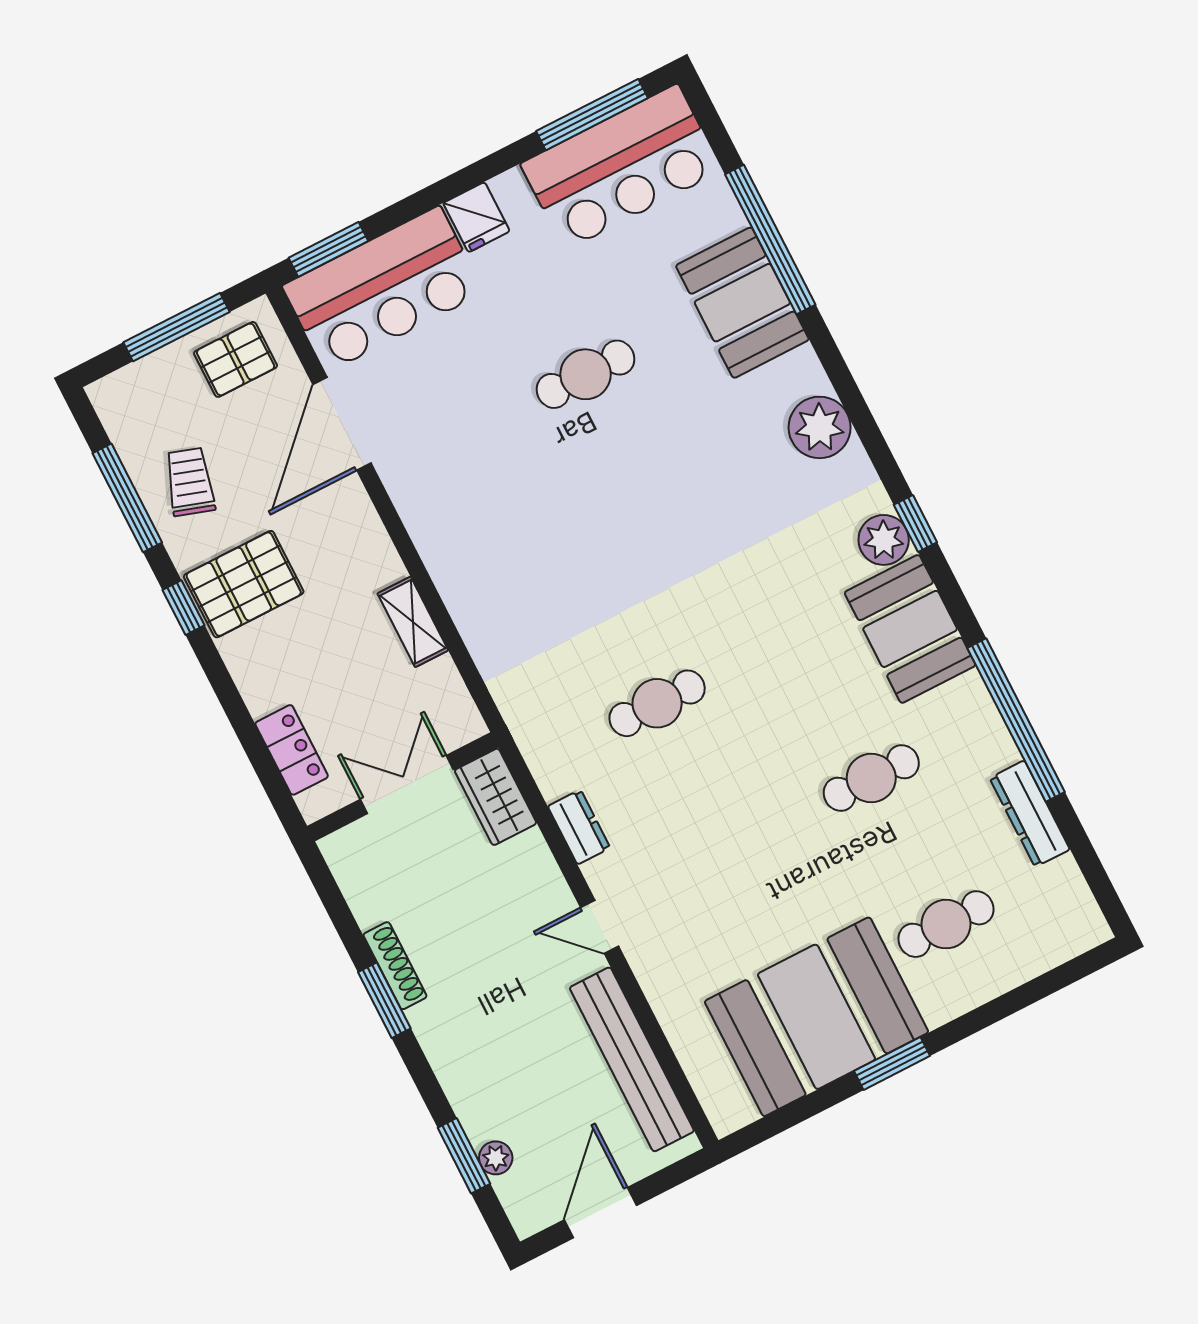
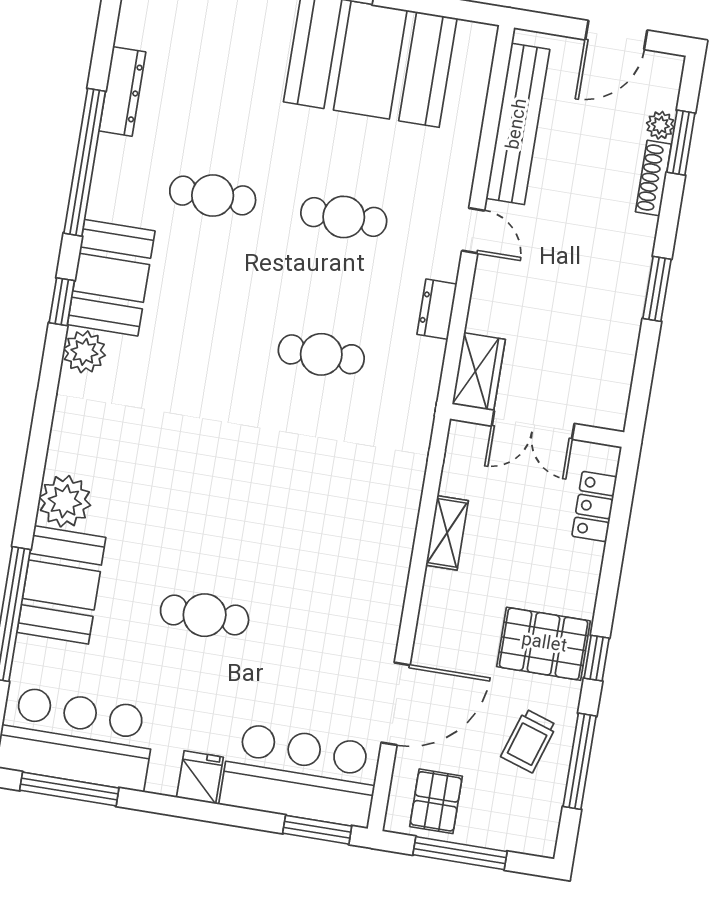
pallet: (236, 359) -> (436, 801), turned 90
plant: (820, 427) -> (65, 501), moved
window: (915, 524) -> (62, 302), moved
cafe table: (946, 924) -> (344, 217), moved
shoe rack: (395, 966) -> (653, 178), moved

